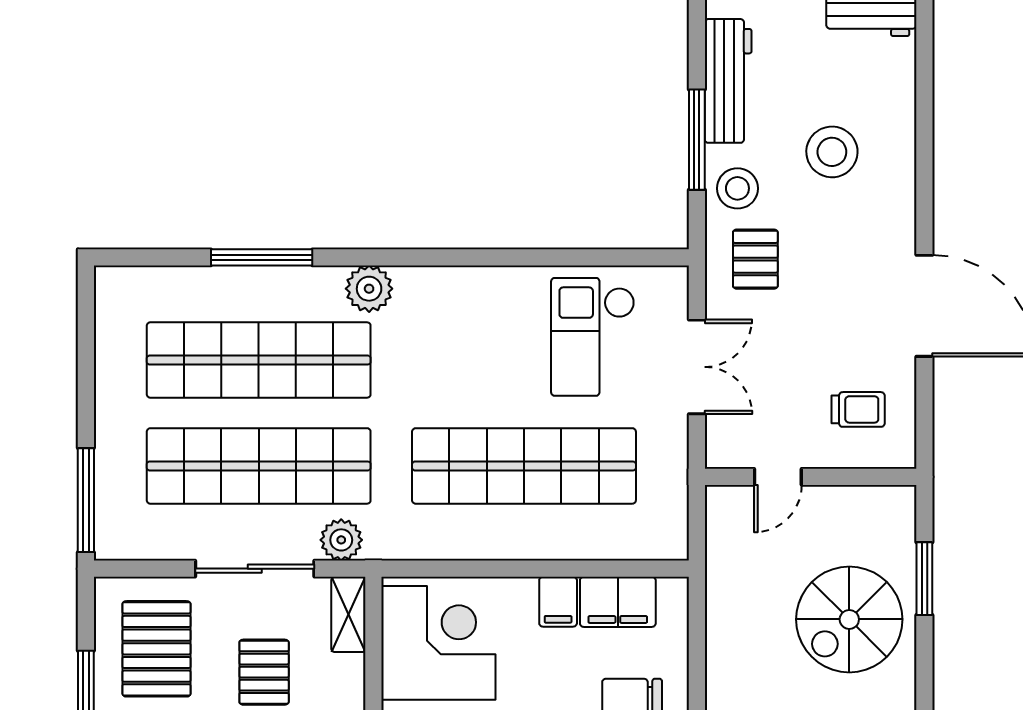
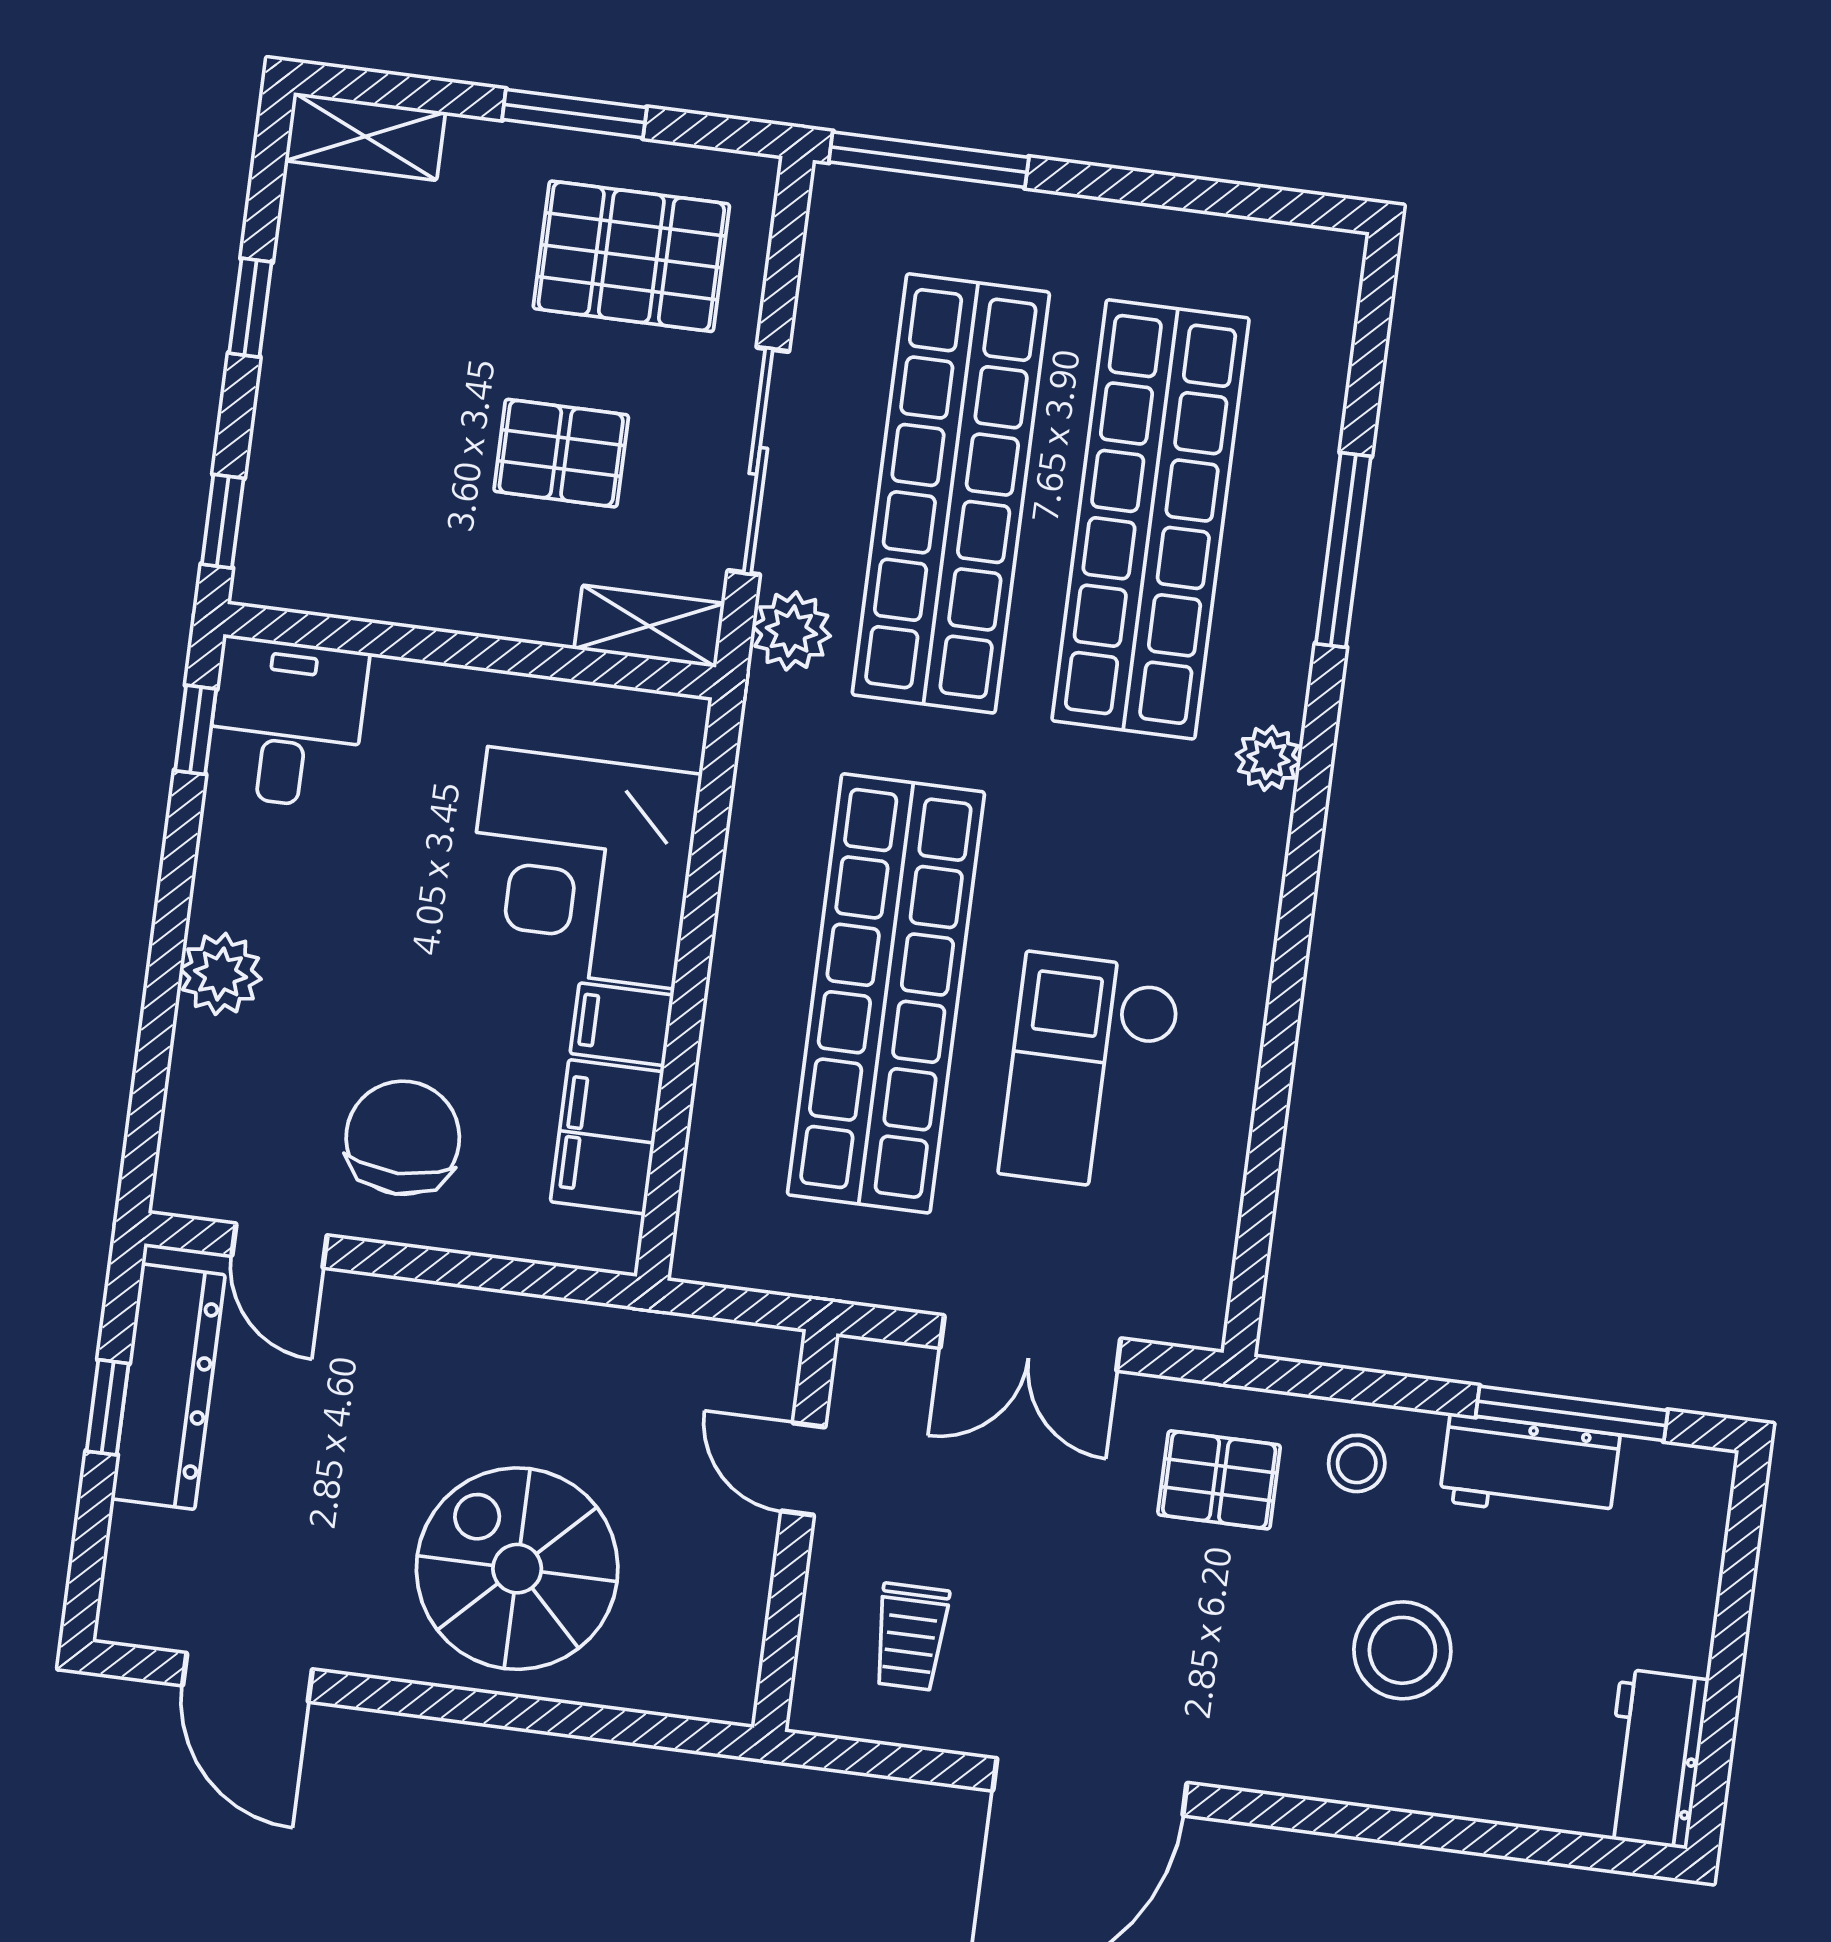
workbench: (728, 81) -> (1530, 1468), width x0.73
window: (697, 140) -> (1572, 1413), moved
stool: (737, 188) -> (1357, 1463), width x0.73, depth x0.73
plant: (369, 289) -> (1268, 758), width x0.73, depth x0.73
checkout: (593, 337) -> (1090, 1072), moved, turned -90
window: (924, 579) -> (576, 1720), removed
corner desk: (438, 643) -> (581, 868), moved, turned 90

